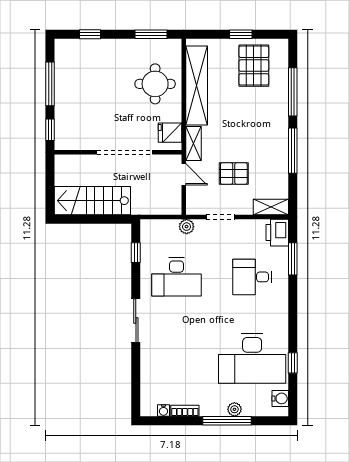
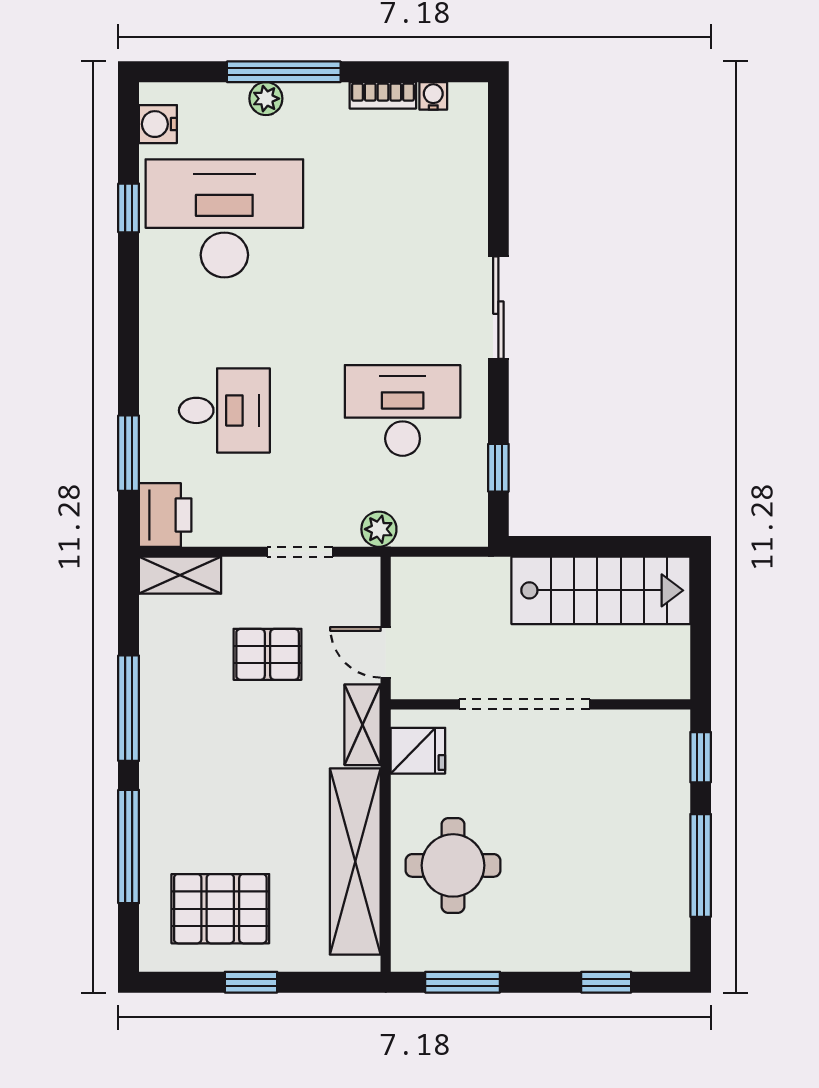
pallet: (254, 66) -> (220, 909), turned 90

